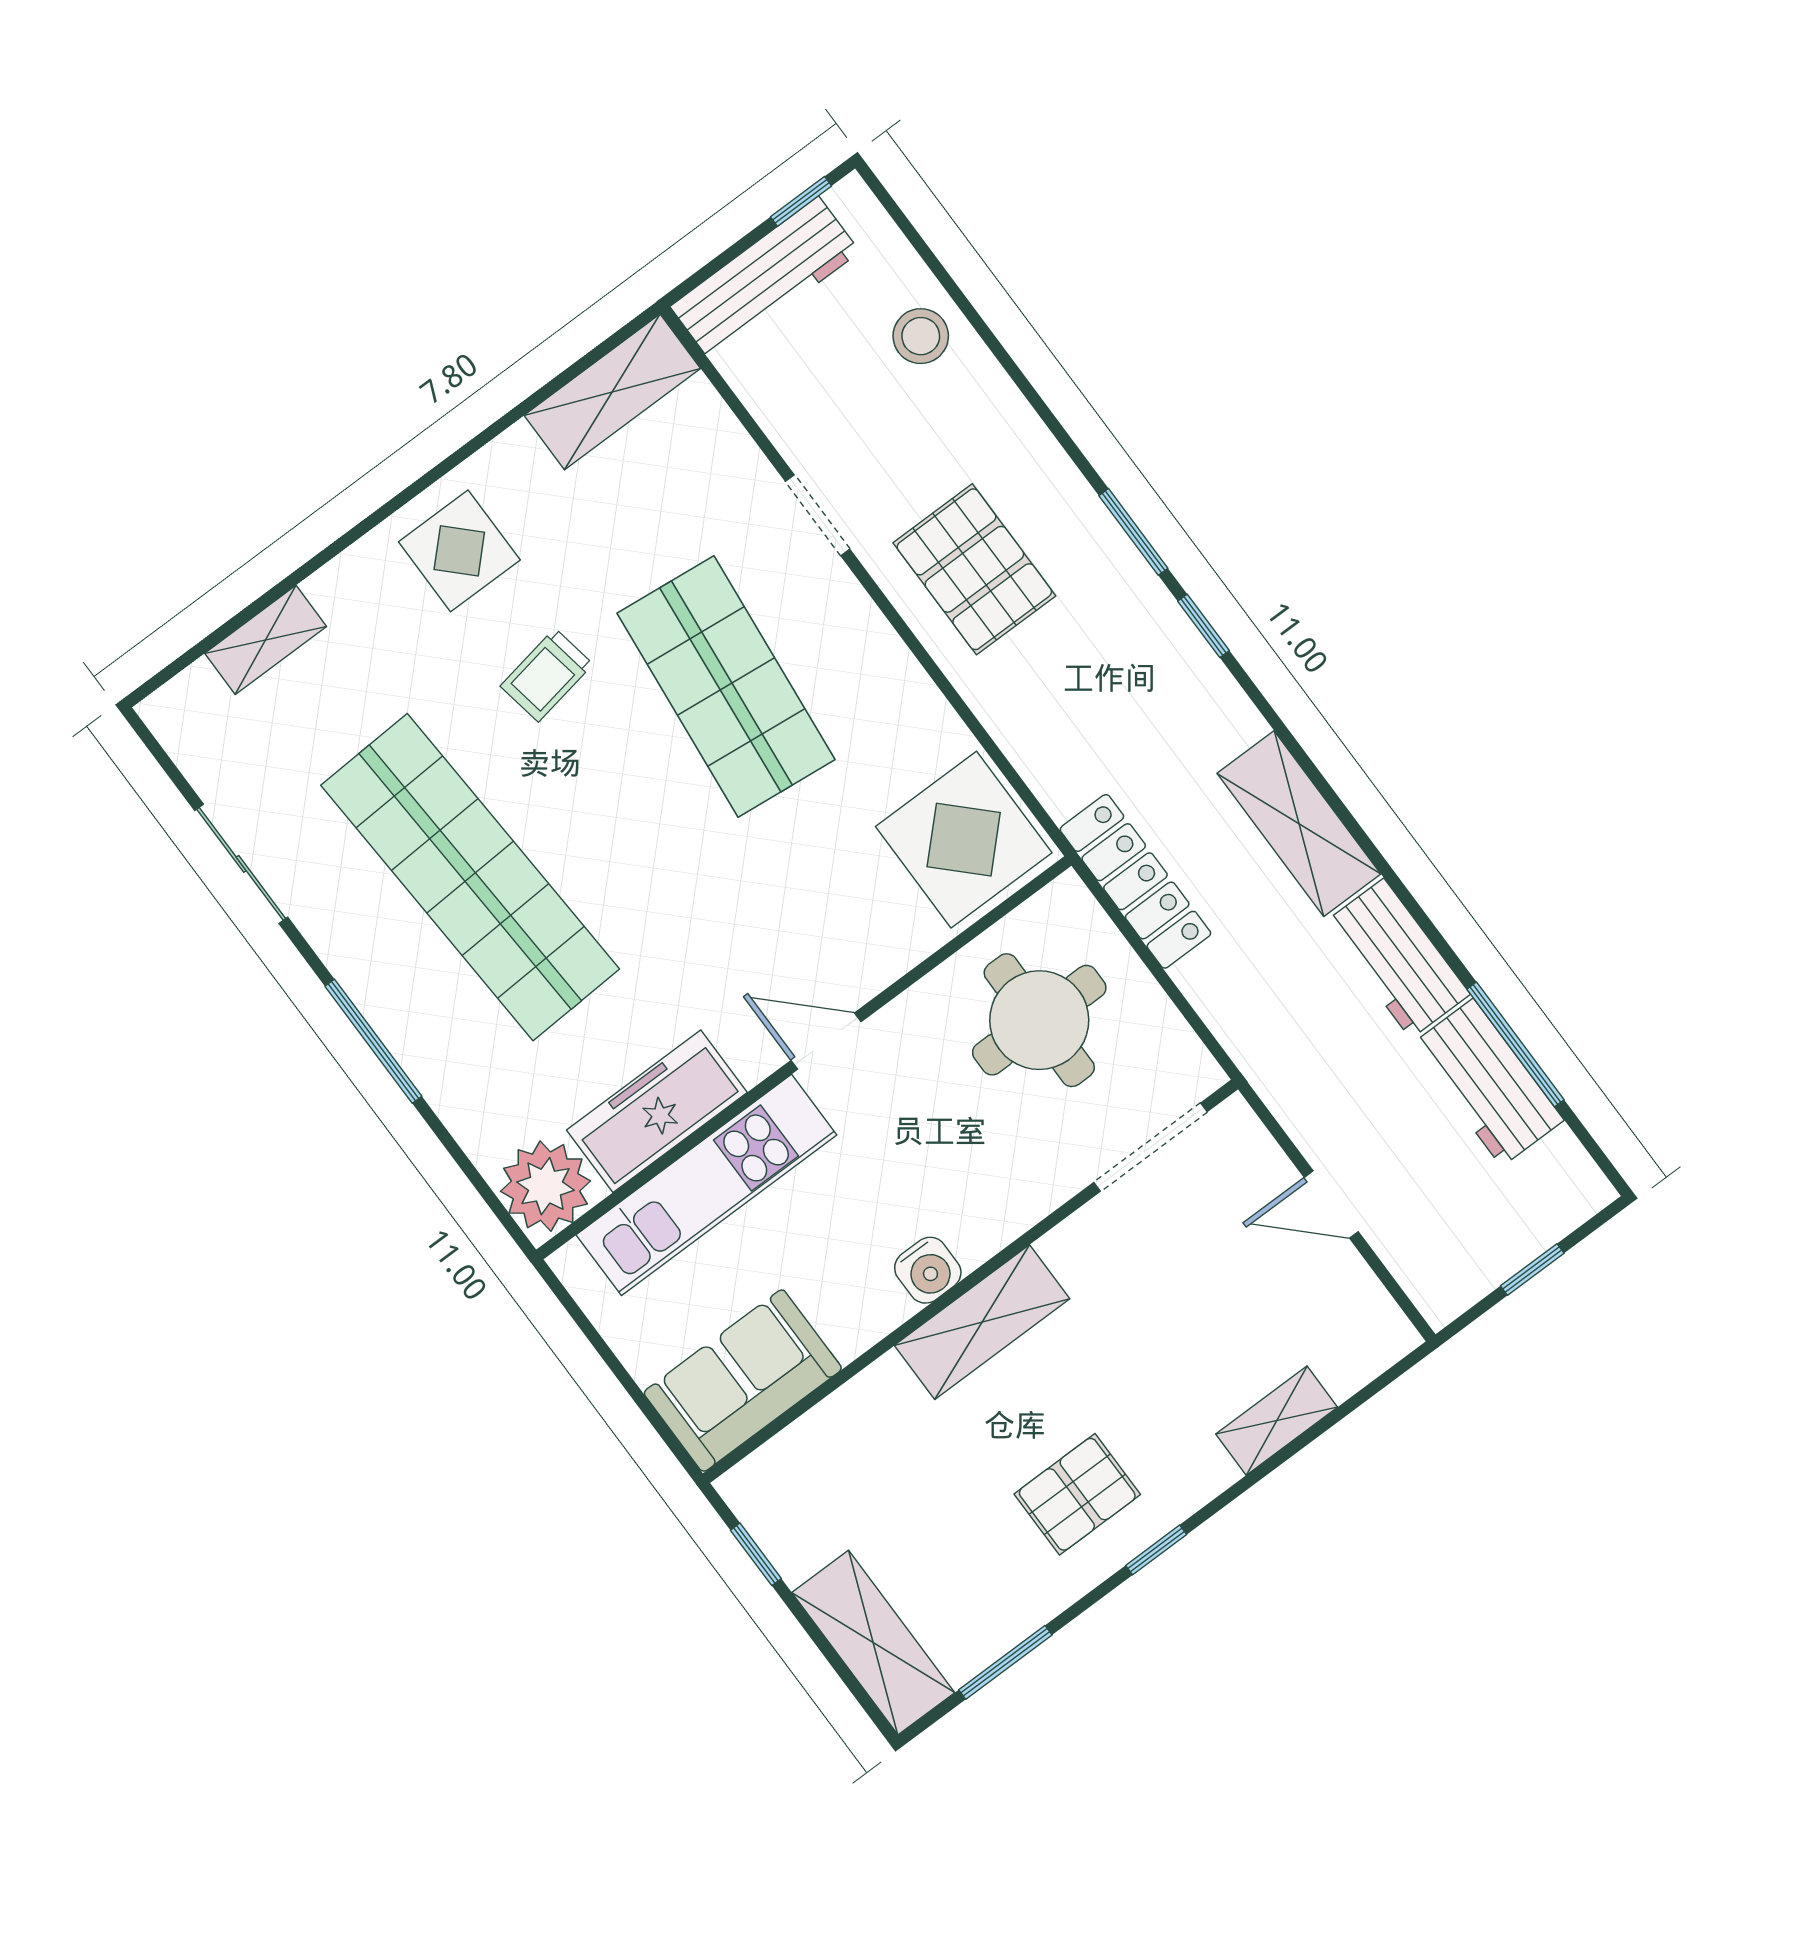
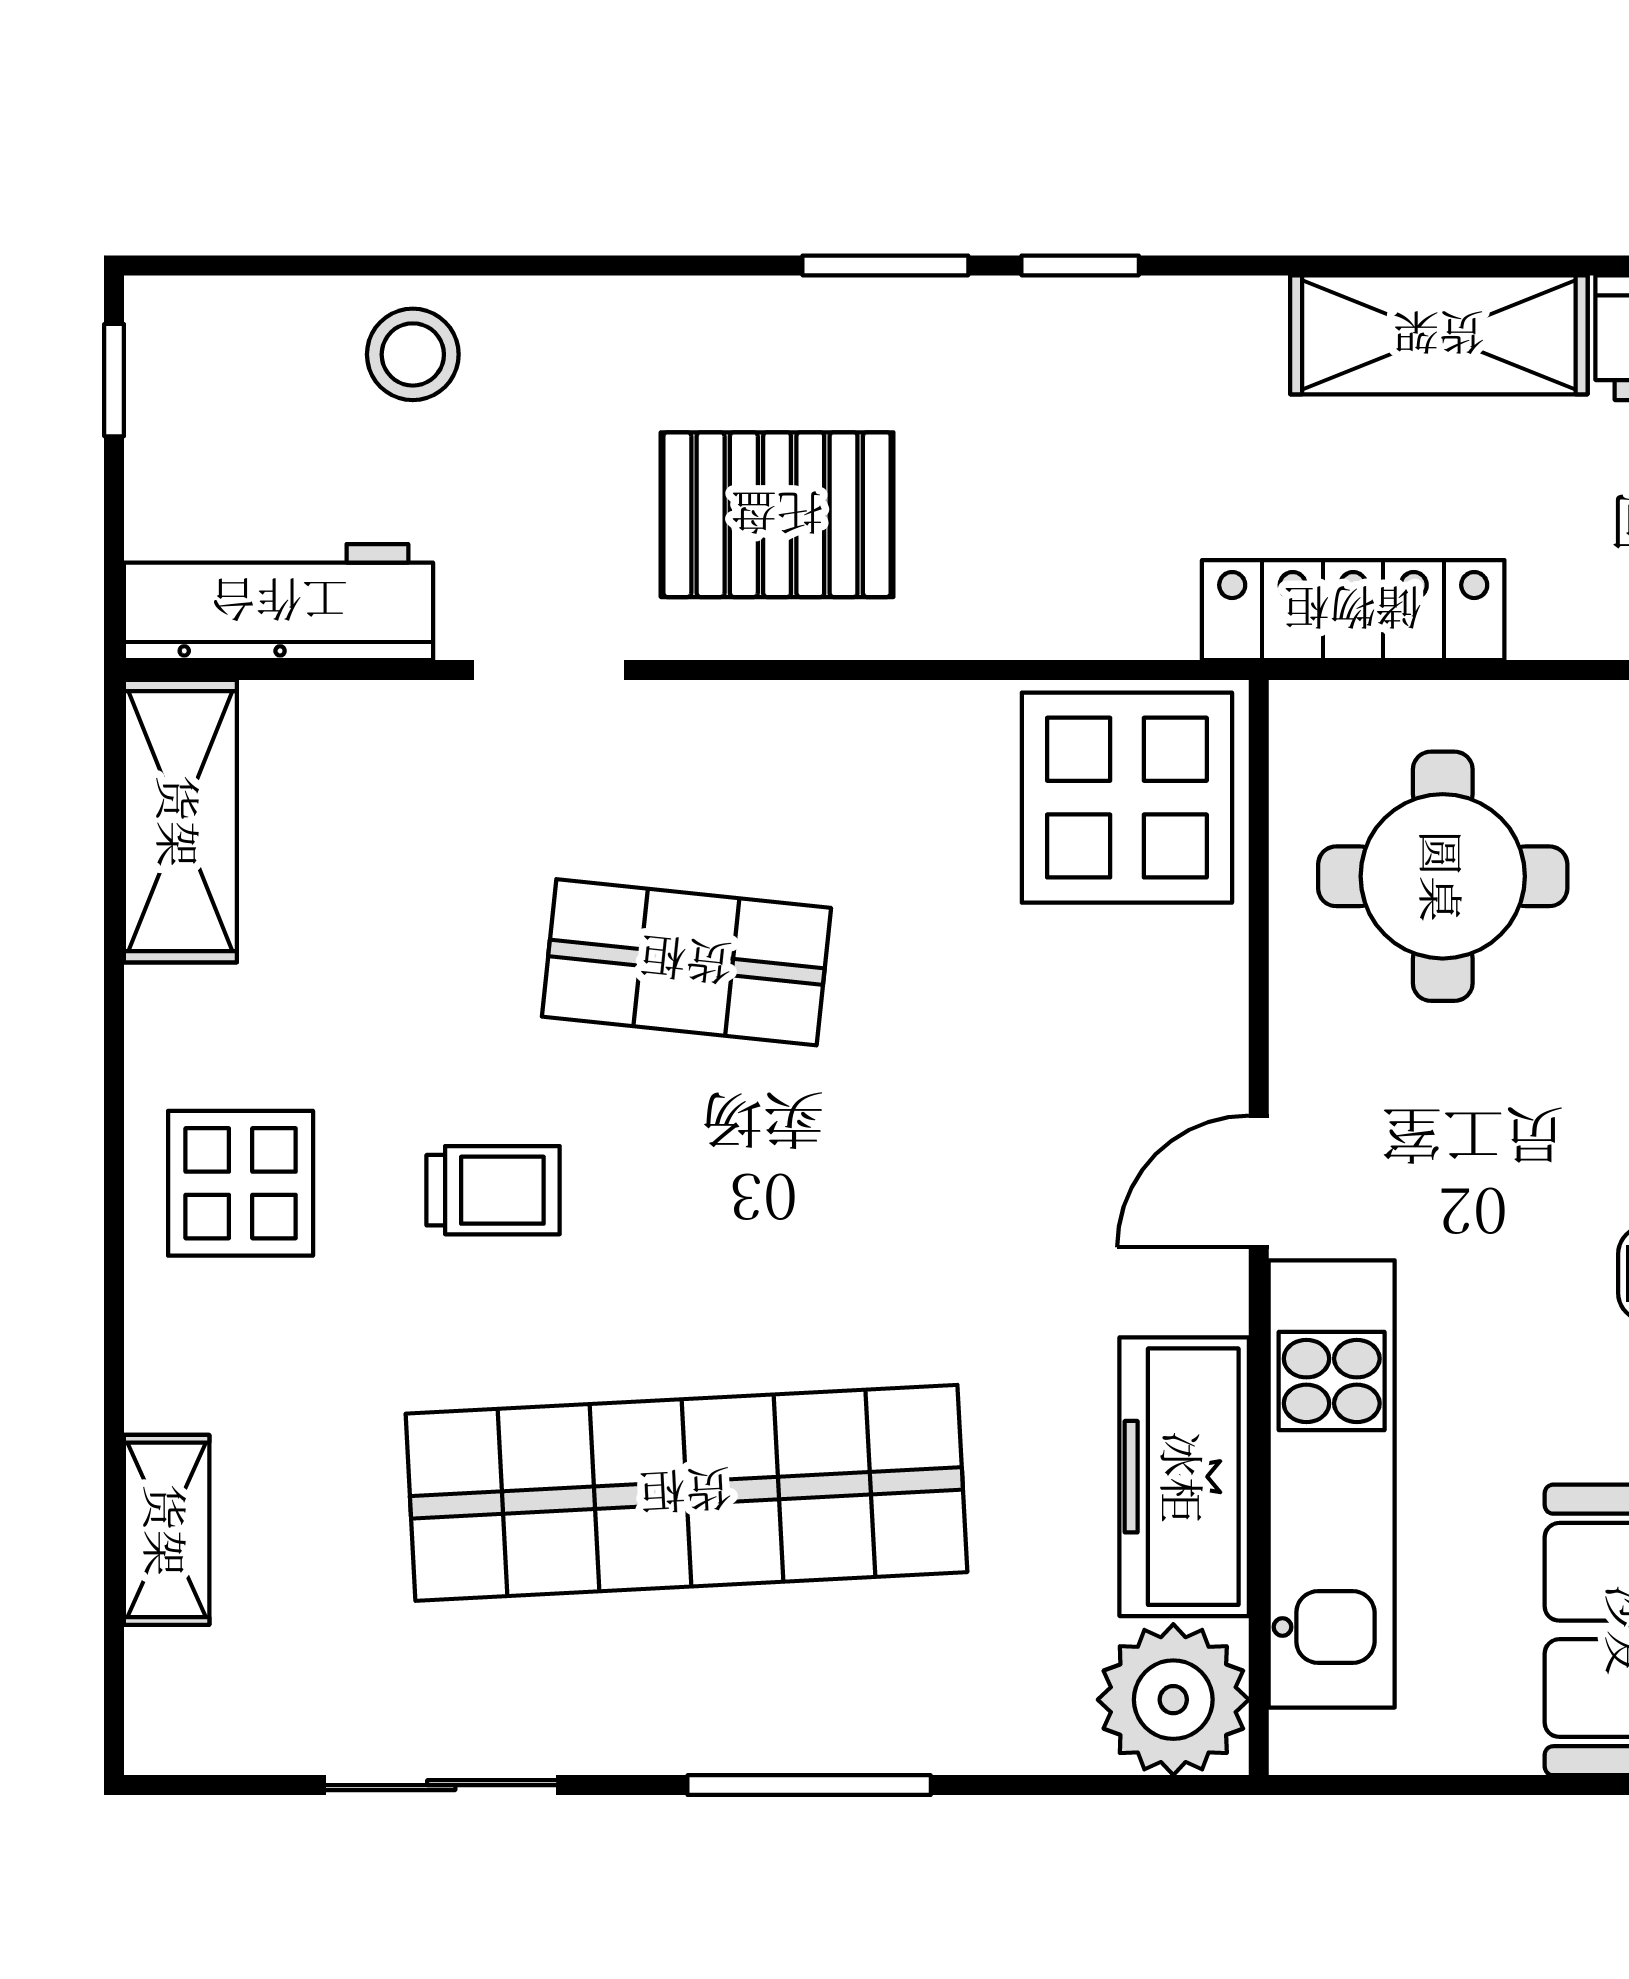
workbench: (765, 279) -> (279, 602), moved, turned -90
trolley: (547, 675) -> (493, 1190), turned -80
shop shelf: (726, 686) -> (686, 962), width x0.70, depth x0.74

